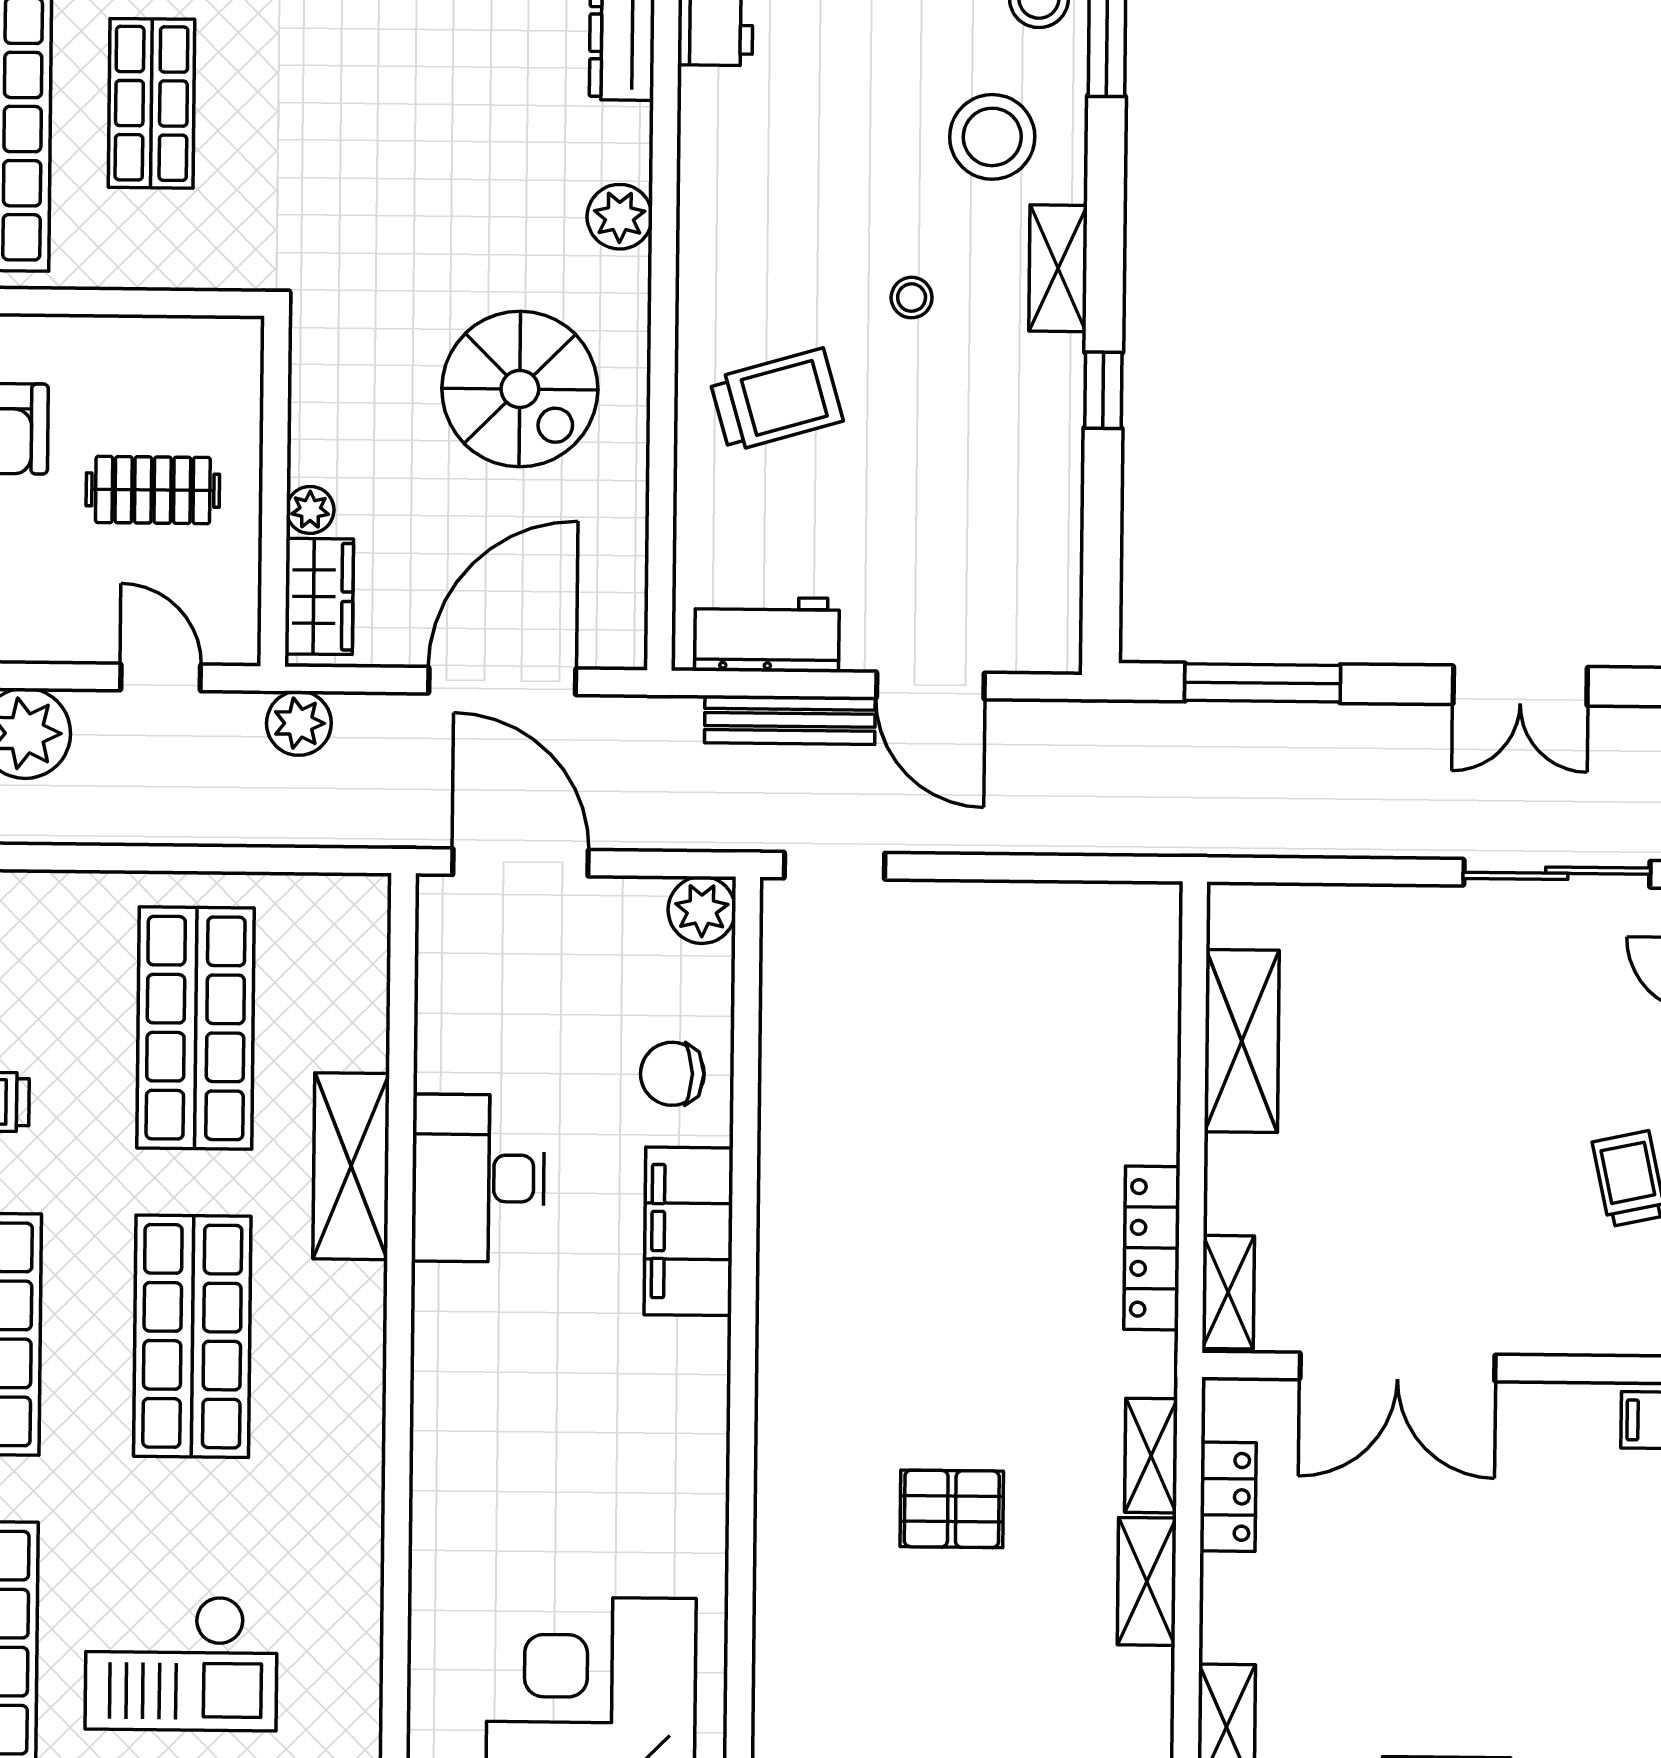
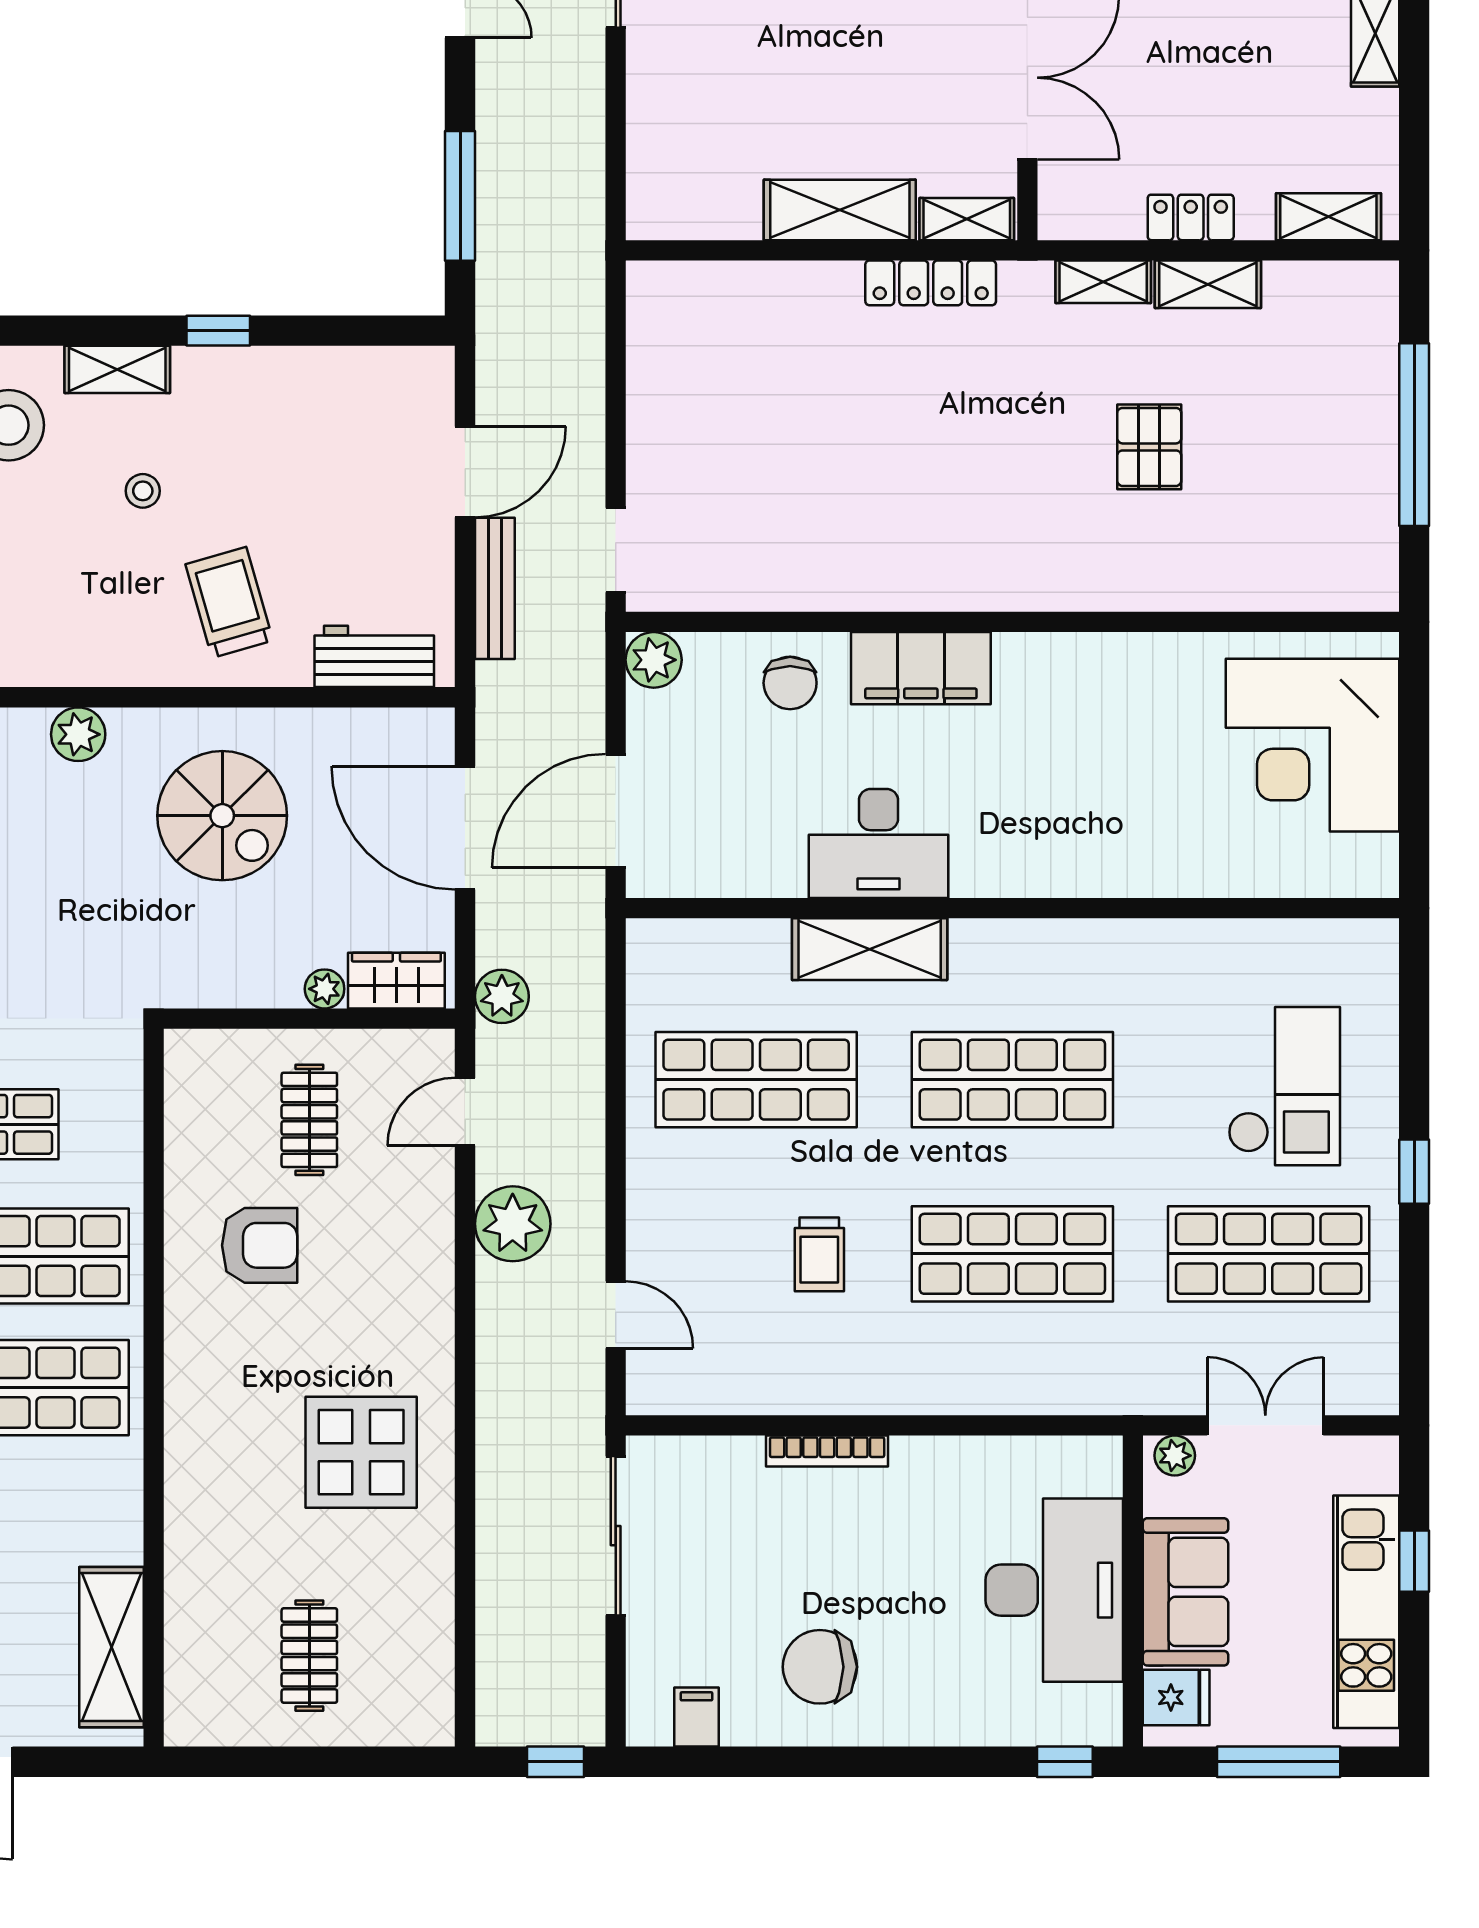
spiral stairs: (520, 389) -> (222, 816), turned 90
workbench: (767, 635) -> (374, 656), moved, turned 90
shelving: (1242, 1041) -> (840, 210), moved
locker: (1228, 1497) -> (1191, 217), moved

